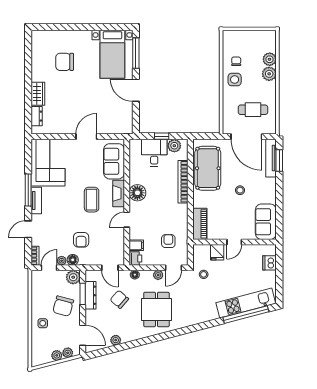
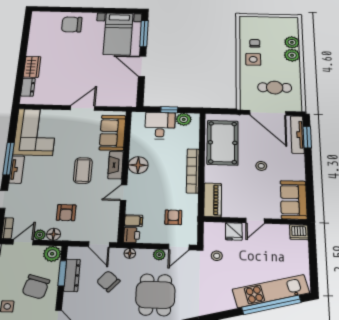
chair: (65, 62) -> (72, 24), moved
bookcase: (183, 182) -> (193, 171), moved
dishwasher: (269, 263) -> (299, 232), moved, turned -90

